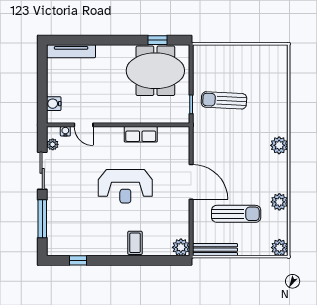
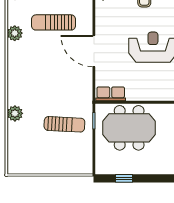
meeting table: (155, 71) -> (129, 128), moved
row of seats: (141, 134) -> (111, 94), moved
plant: (279, 145) -> (15, 113), moved

